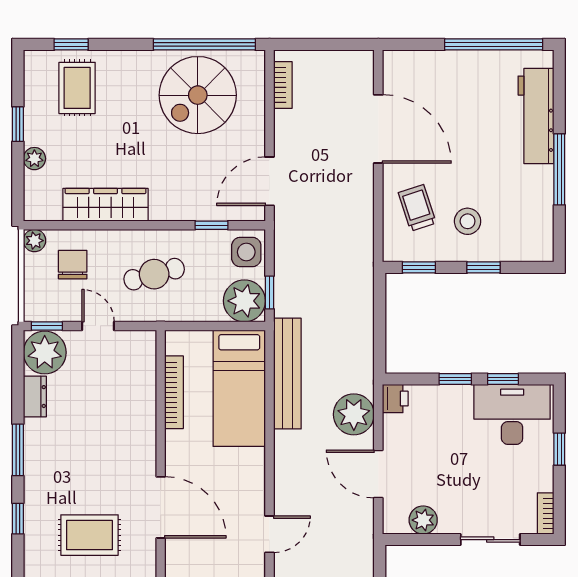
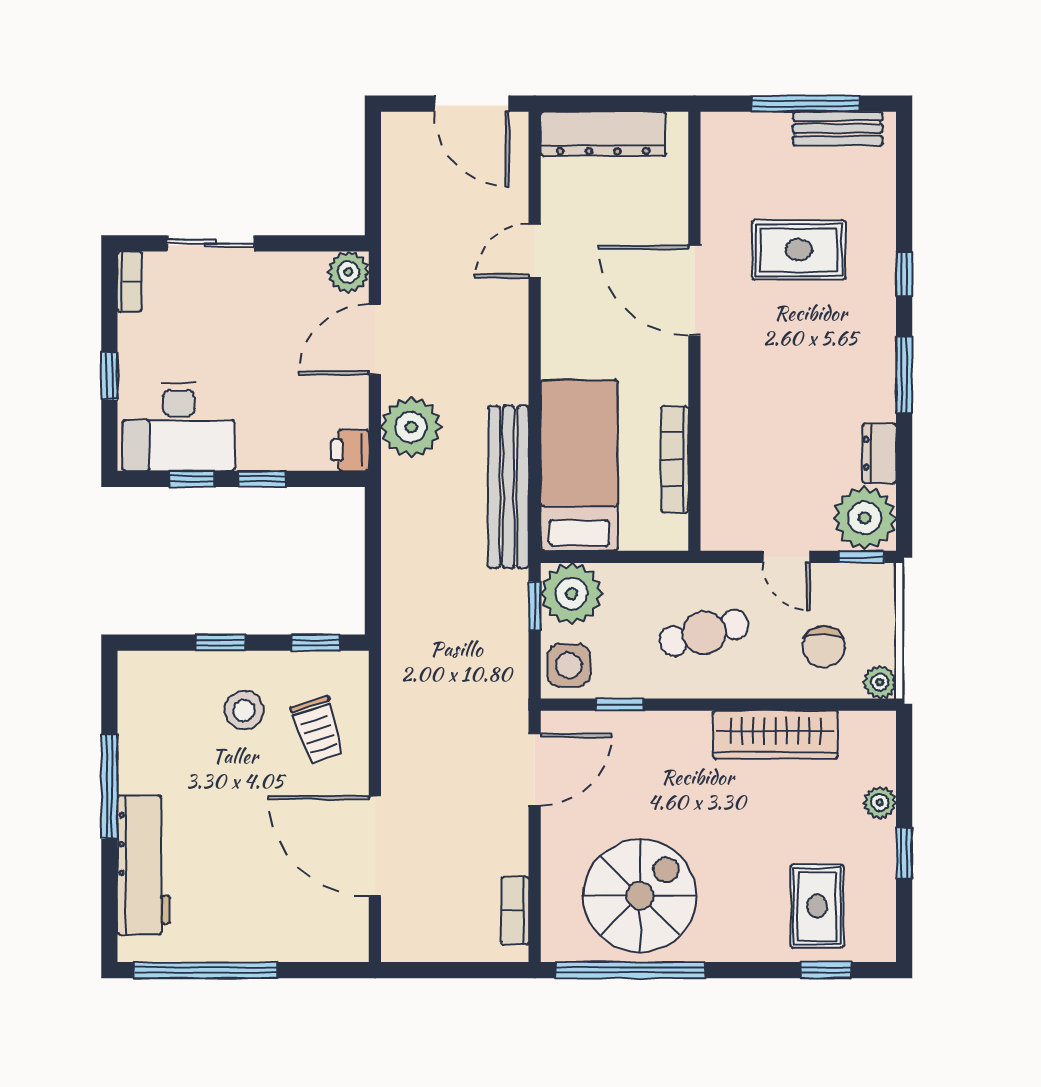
door: (378, 474) -> (375, 339), swing flipped
plant: (423, 520) -> (348, 272), moved

